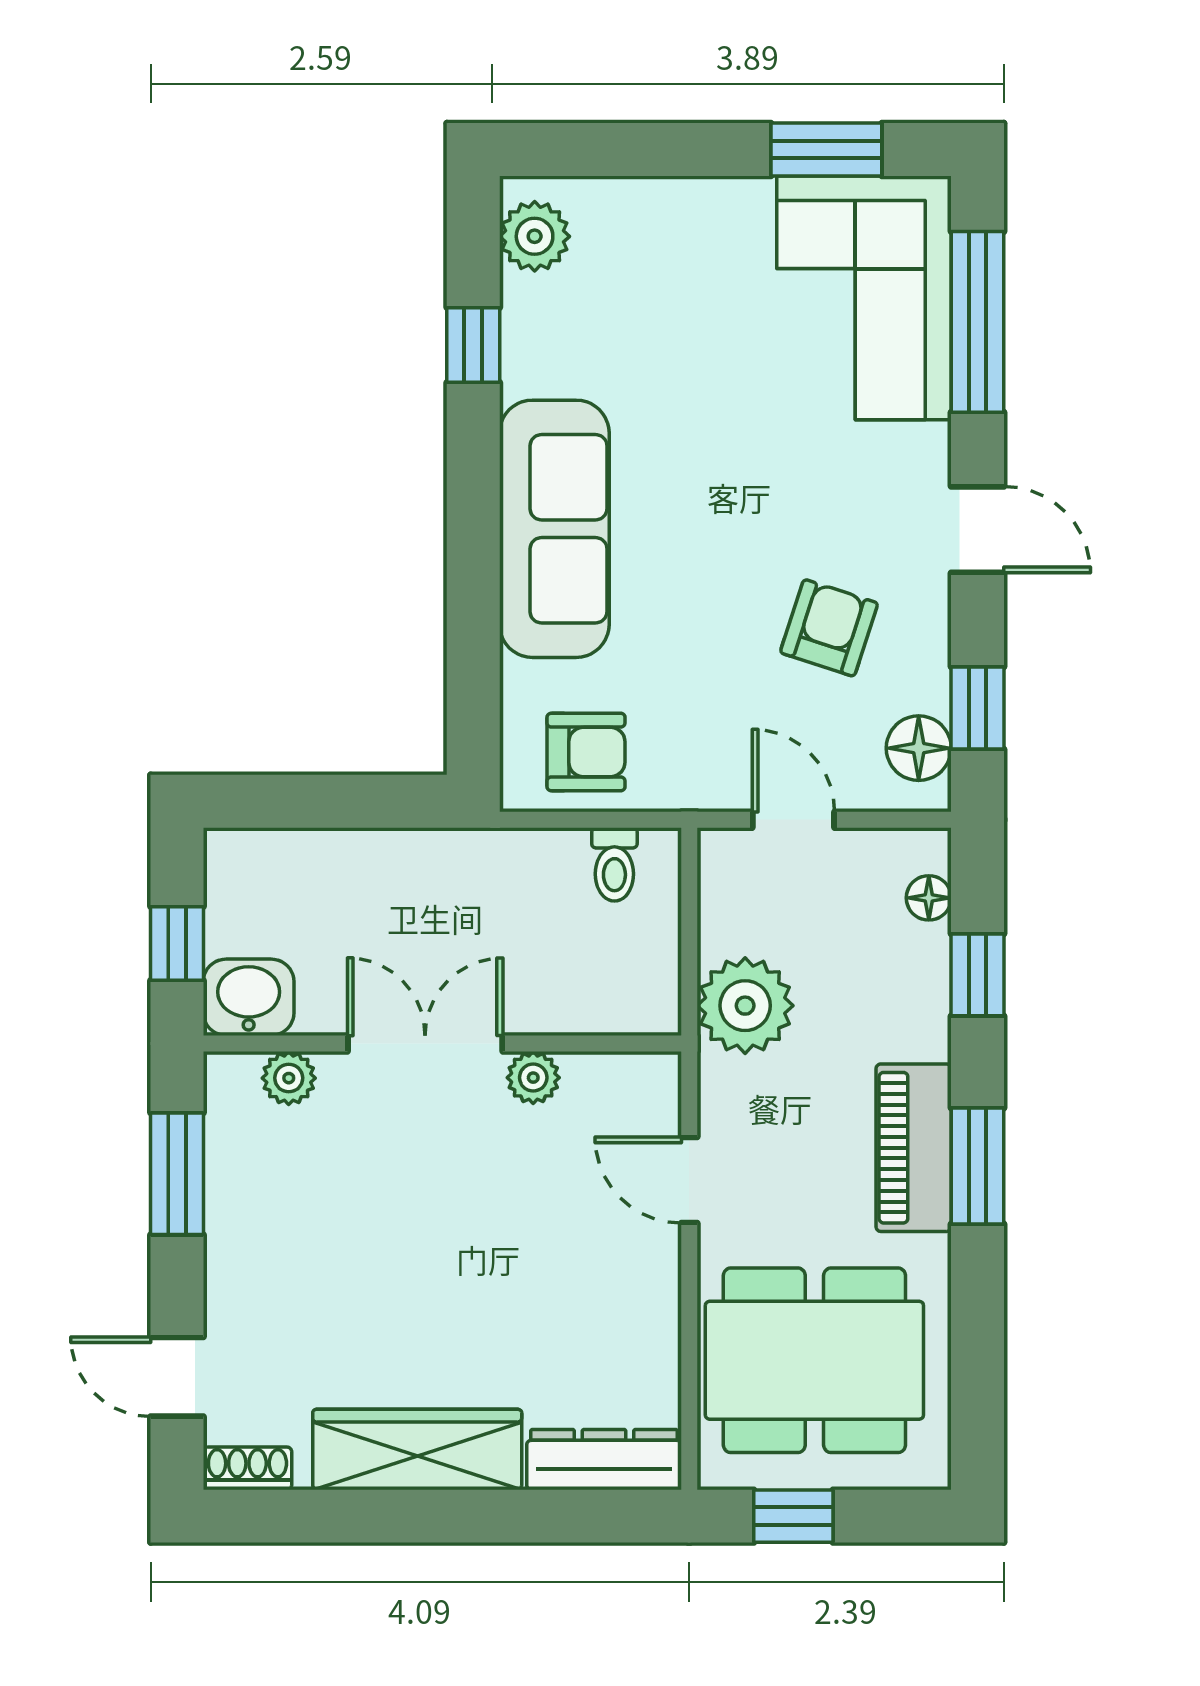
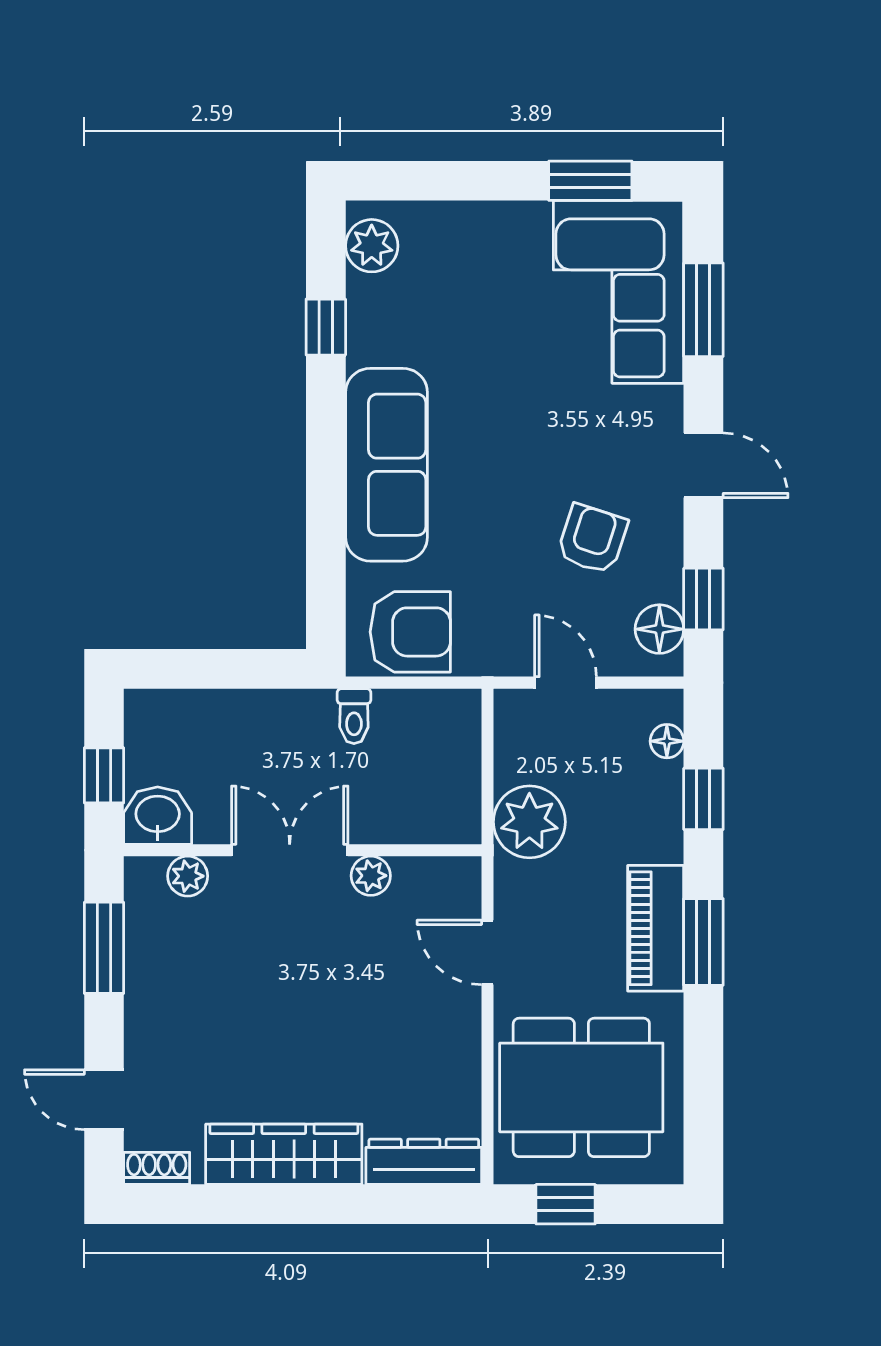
window: (977, 322) -> (703, 310), width x0.69
armchair: (586, 752) -> (410, 632), width x1.38, depth x1.38
toilet: (614, 864) -> (354, 716), moved

